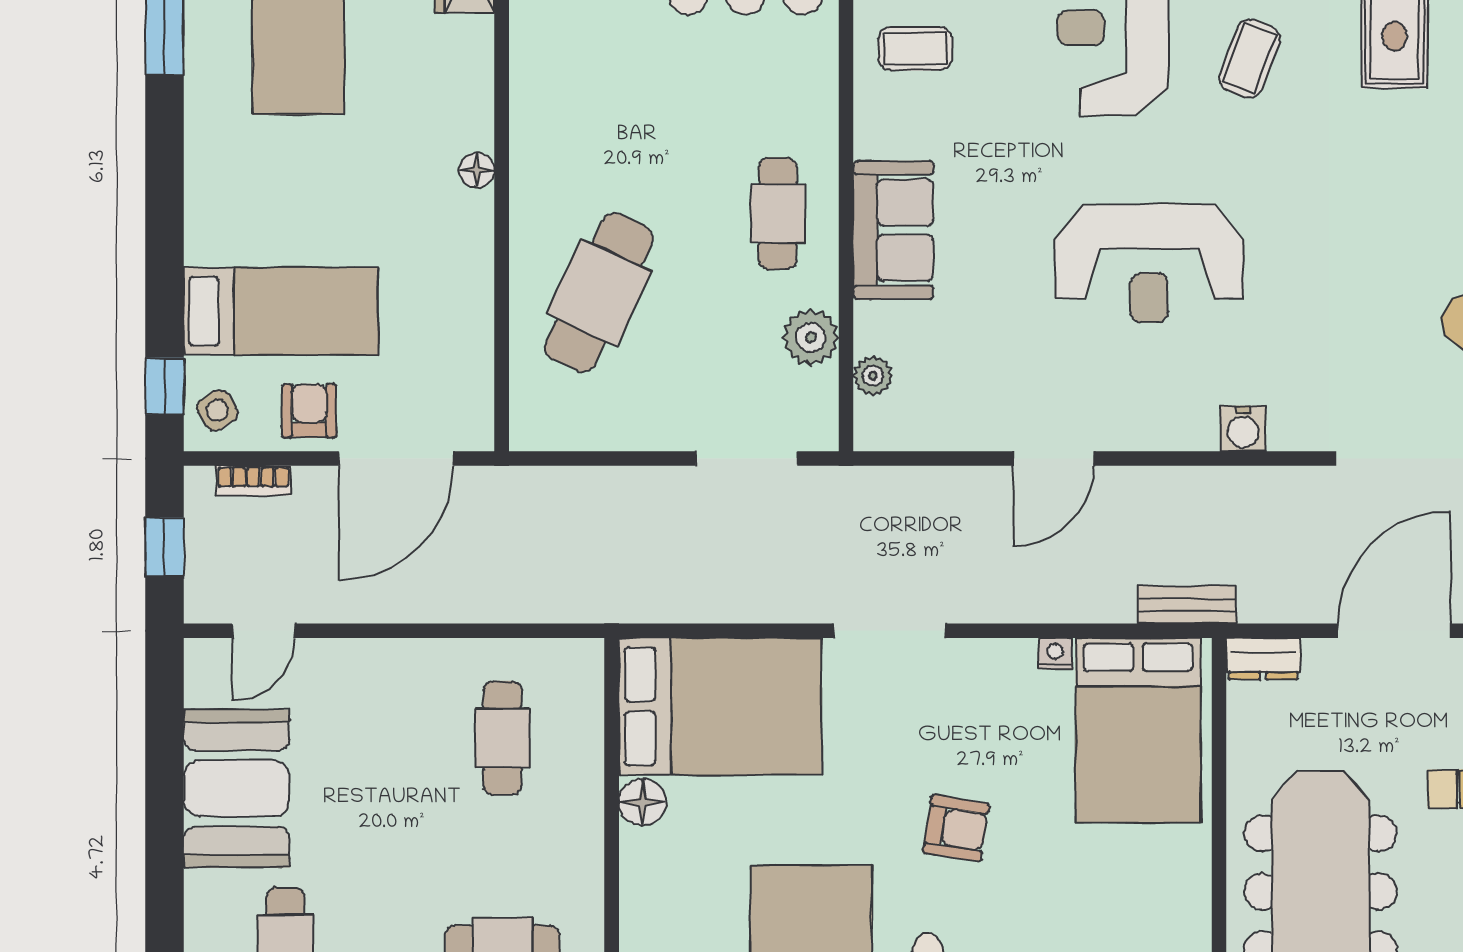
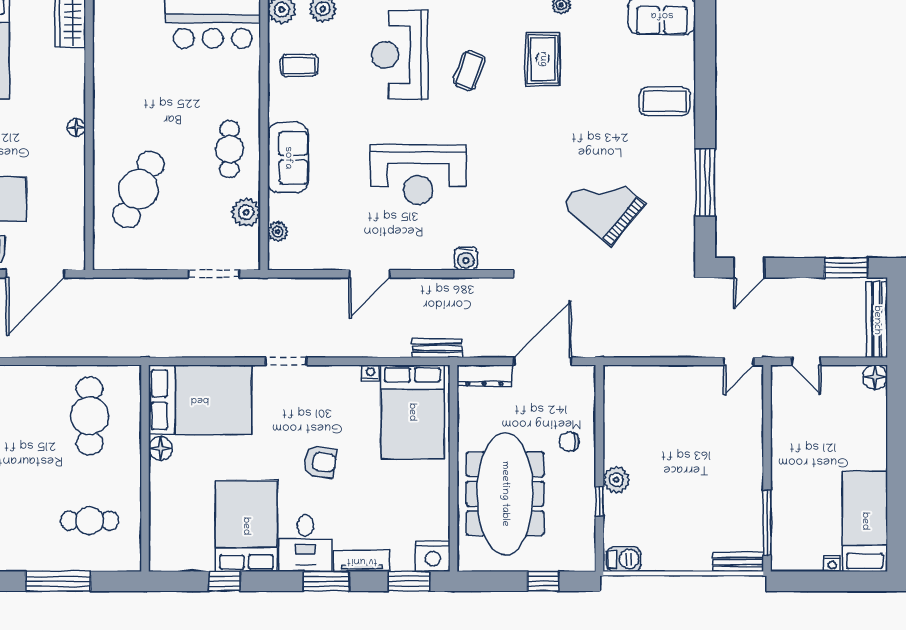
doorway: (889, 631) -> (286, 361), width x0.73
dresser: (1263, 659) -> (484, 376), width x1.44
cafe table: (502, 738) -> (89, 416), width x1.37, depth x1.35

